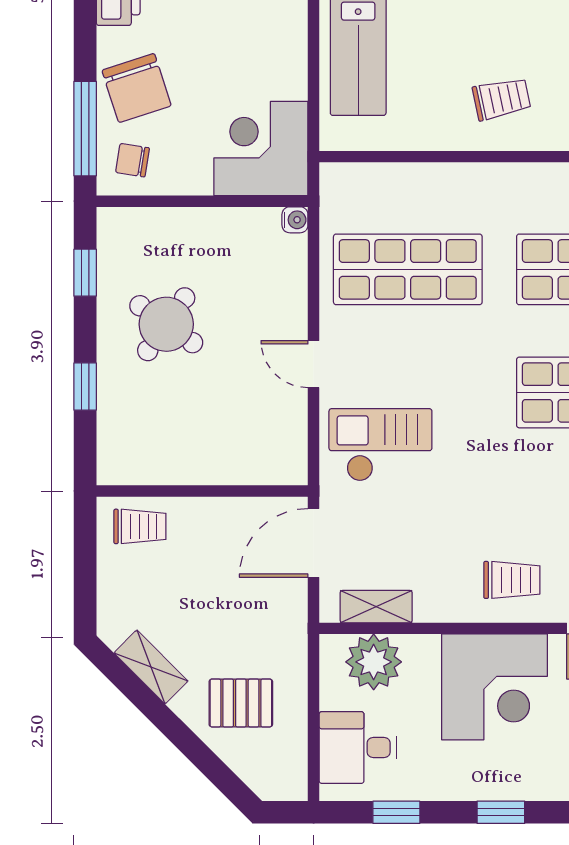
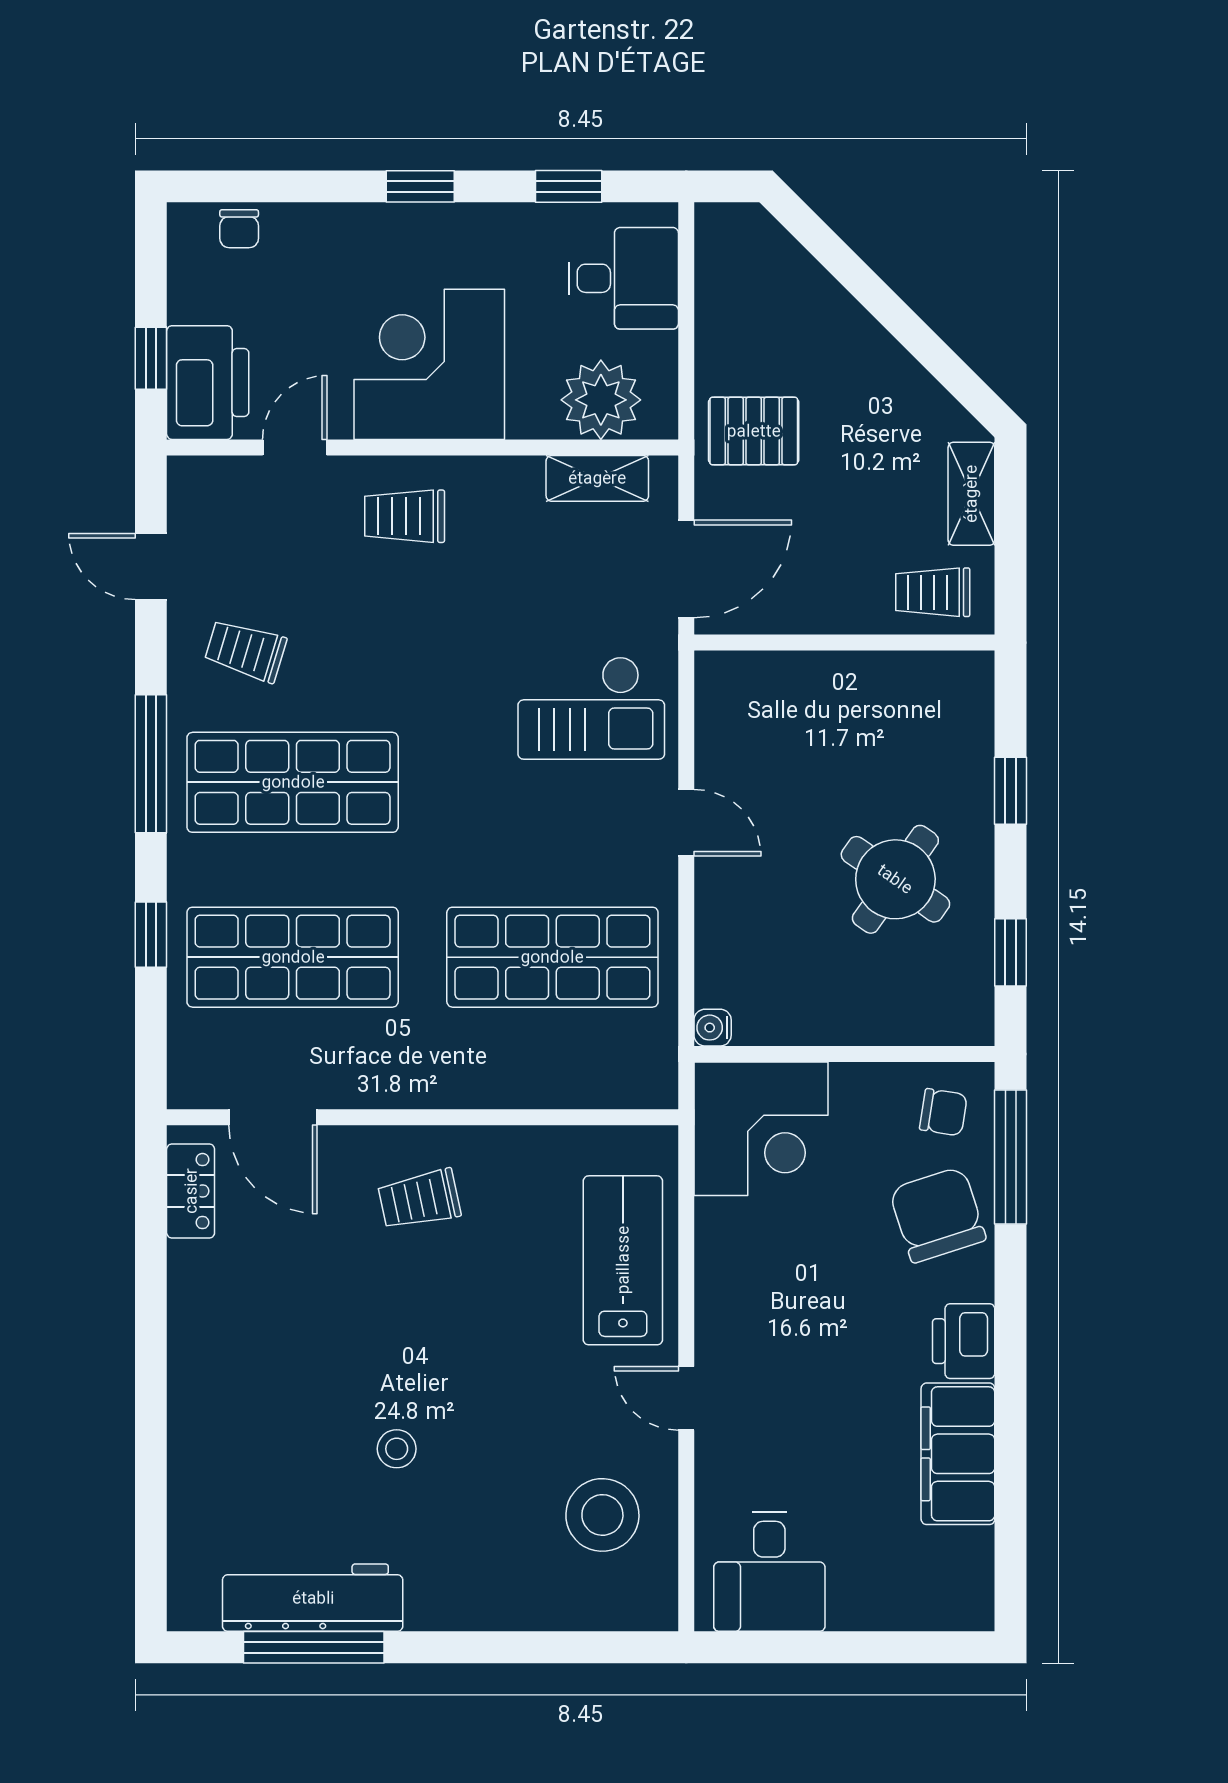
shelving: (151, 667) -> (971, 494), moved, turned 45
pallet: (241, 703) -> (754, 431), moved

